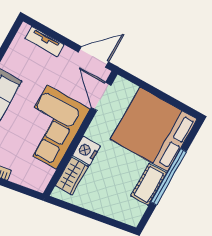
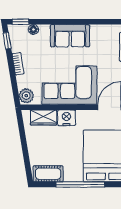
plant: (37, 181) -> (26, 96), added
cot: (149, 184) -> (48, 174), moved

